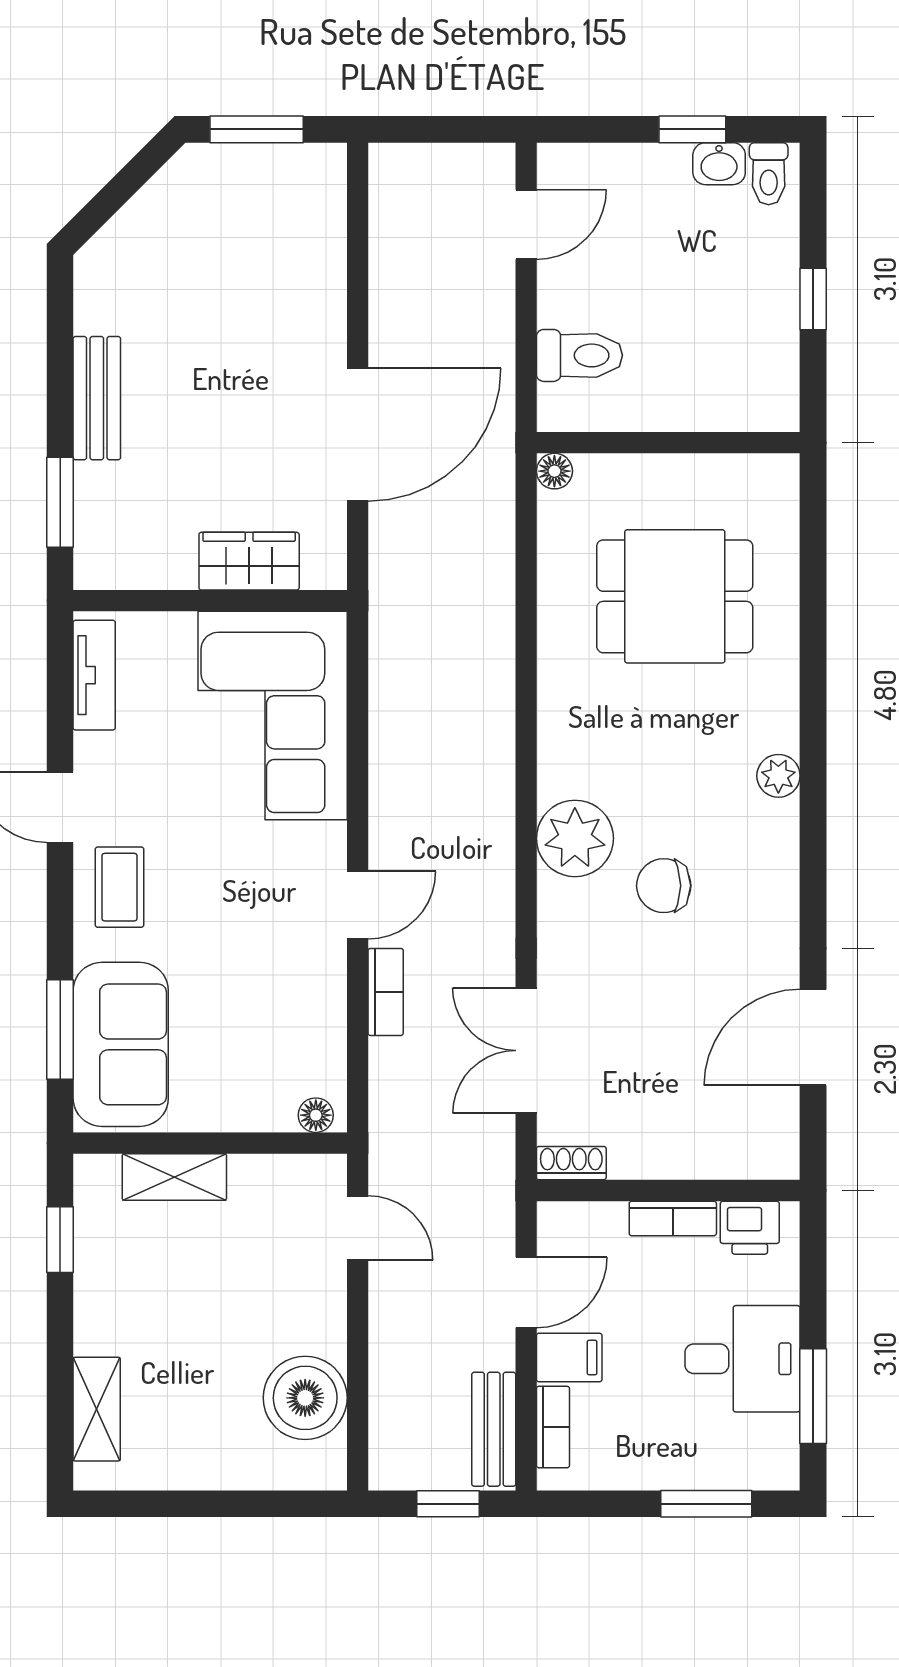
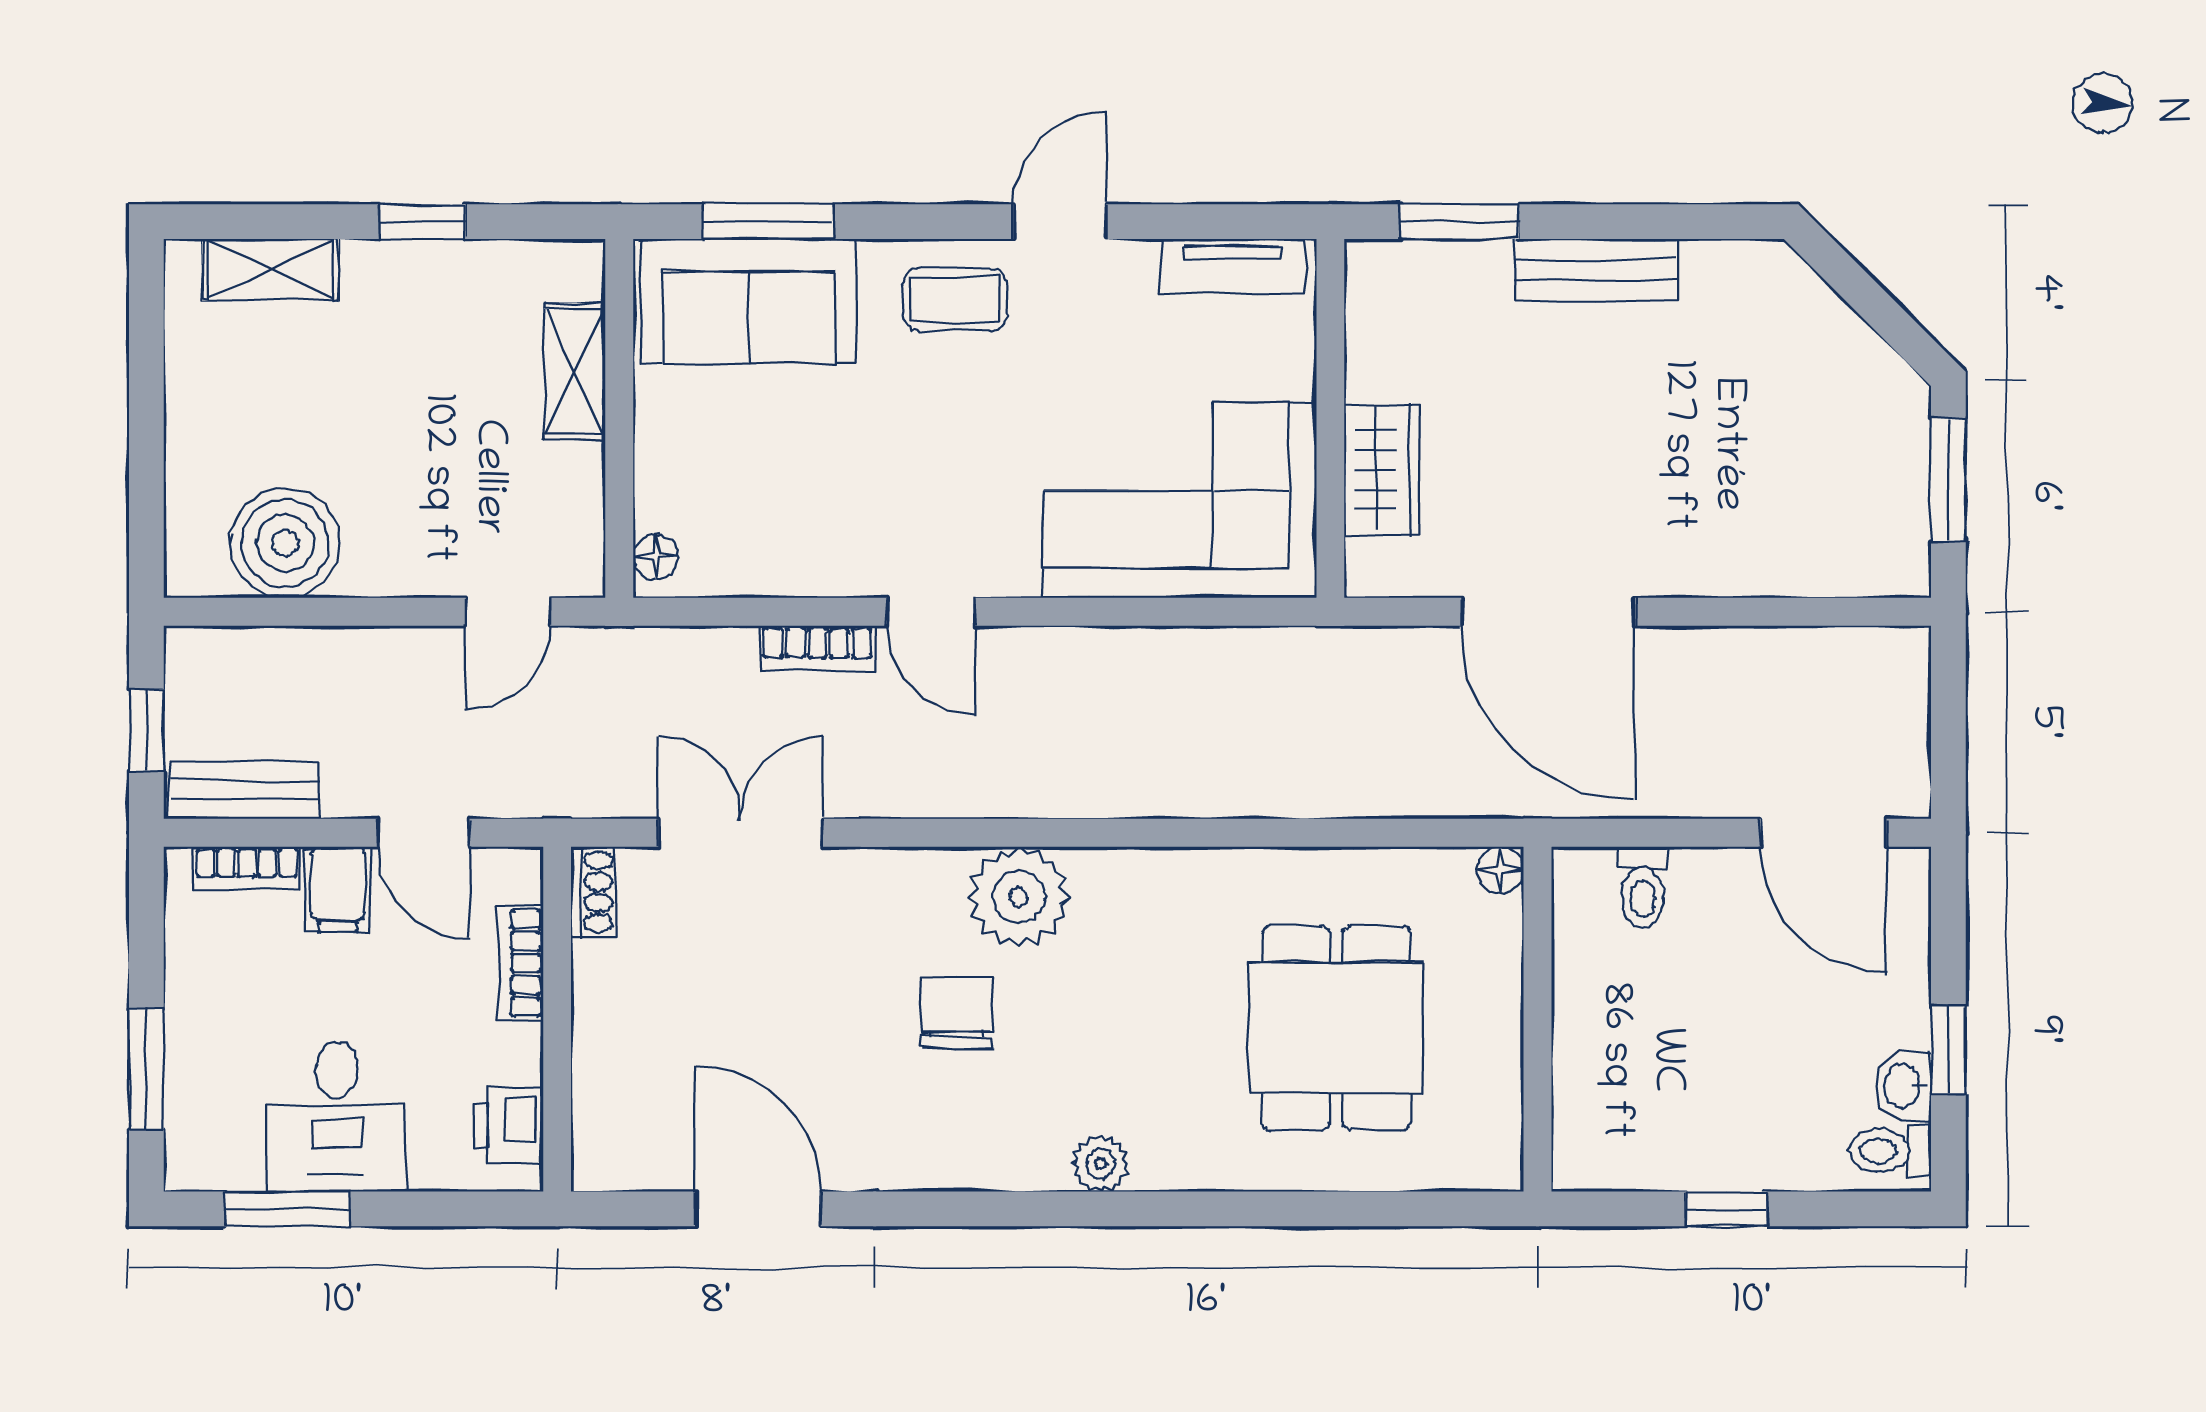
door: (526, 224) -> (1824, 833), width x1.38
toilet: (580, 355) -> (1643, 887), width x0.73, depth x0.72
bookcase: (673, 1218) -> (520, 963), moved
window: (60, 1240) -> (422, 222), moved

